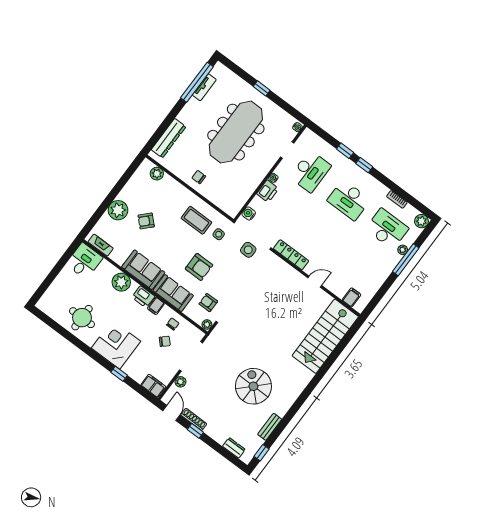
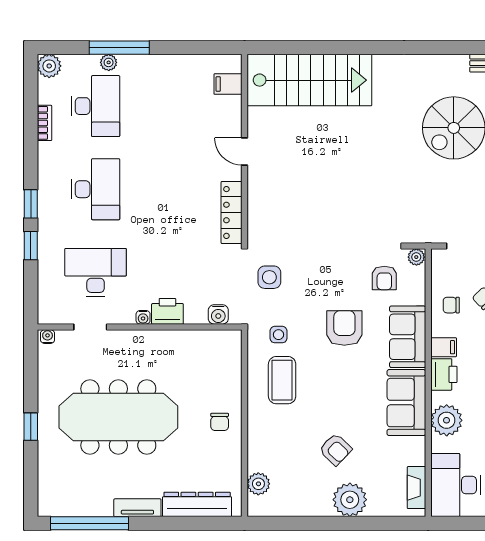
tv unit: (204, 87) -> (137, 508), moved
desk: (387, 229) -> (96, 106), turned 180
desk: (84, 261) -> (456, 485), width x1.37

